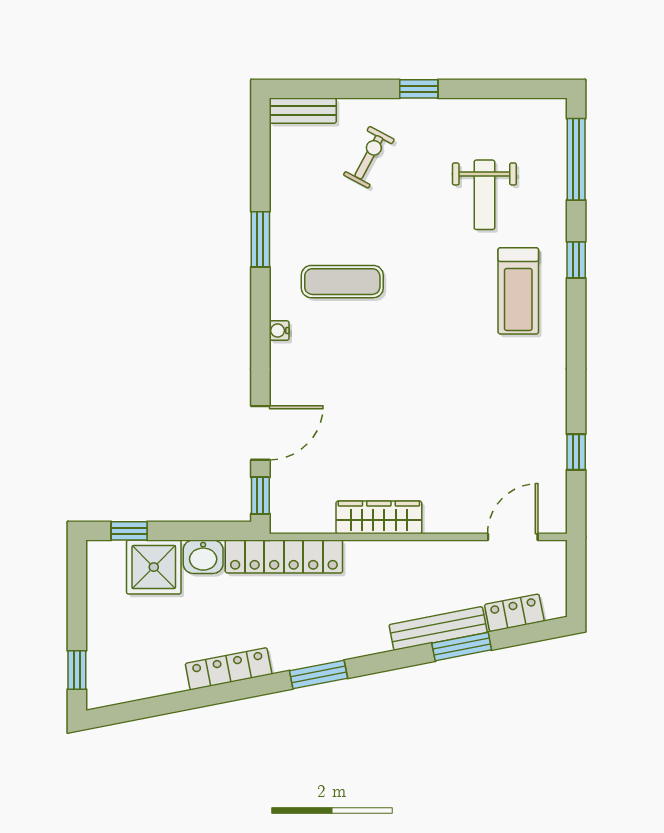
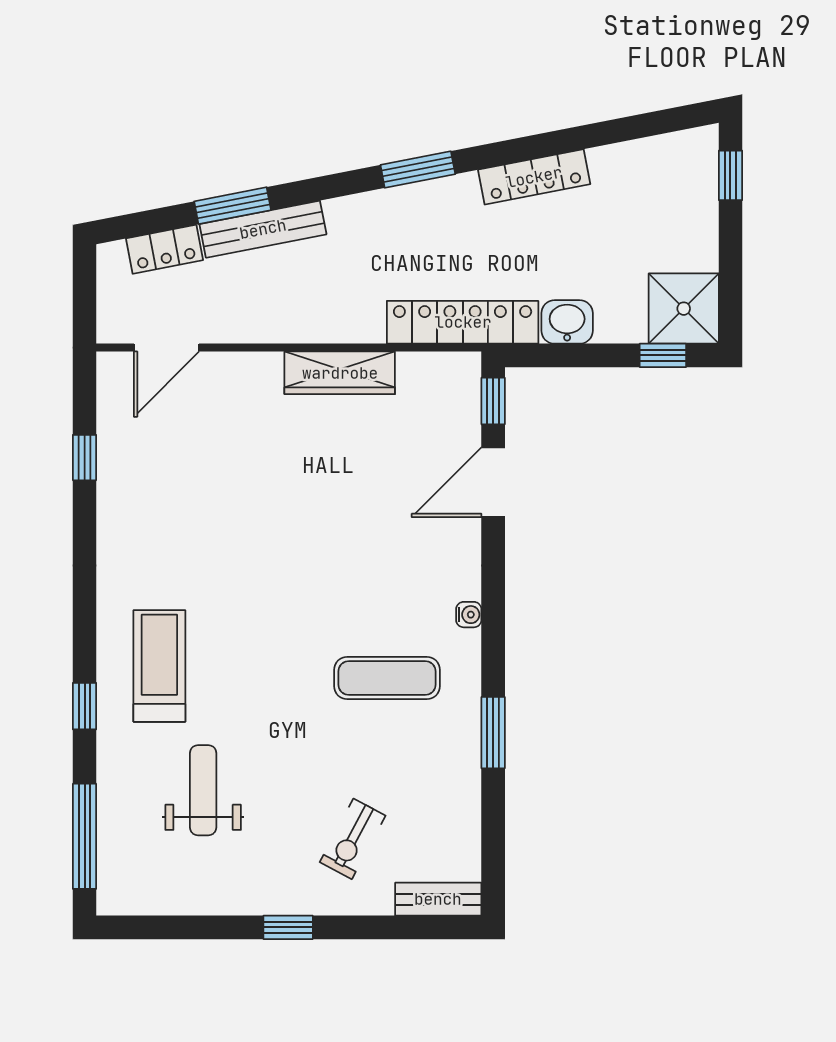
shower: (154, 567) -> (684, 309), moved

